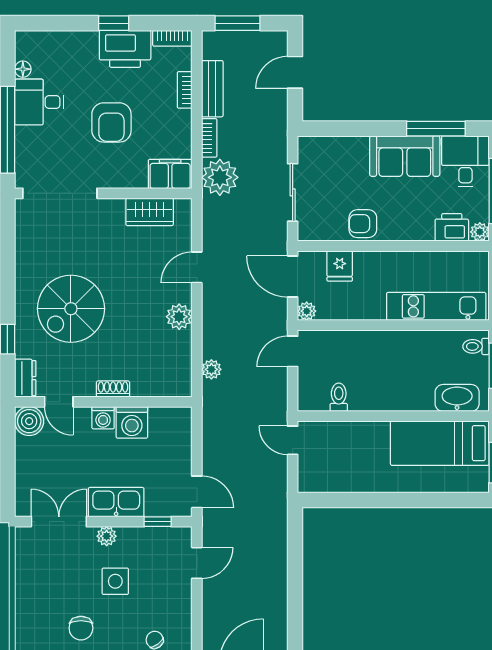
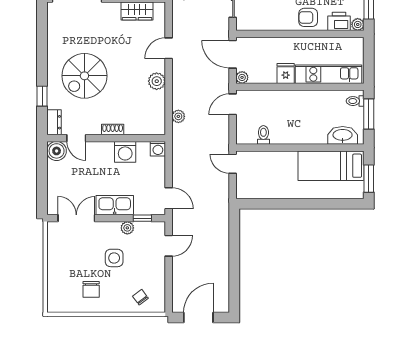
armchair: (363, 224) -> (308, 17), moved
fridge: (340, 266) -> (286, 73), moved, turned 180
washing machine: (103, 418) -> (158, 149), moved
plant: (107, 536) -> (127, 228), moved

